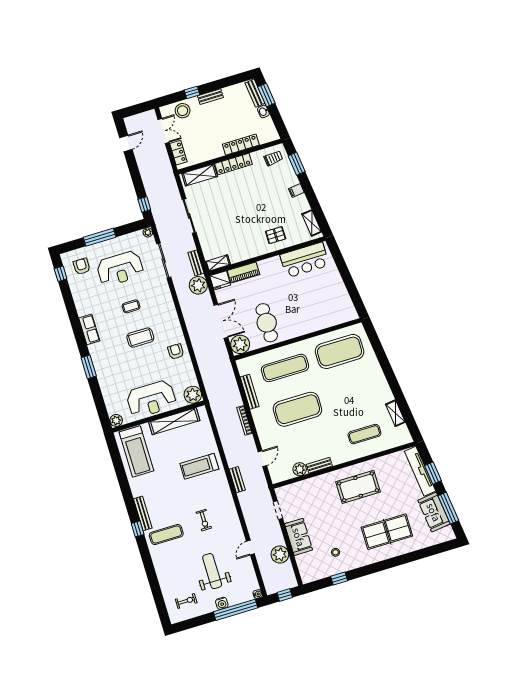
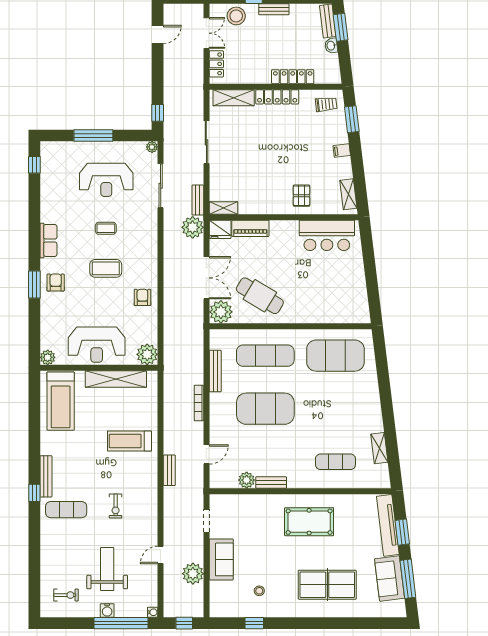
pallet: (276, 235) -> (301, 196), turned 90
armchair: (82, 266) -> (56, 283), moved
cafe table: (267, 323) -> (260, 296), turned -59

